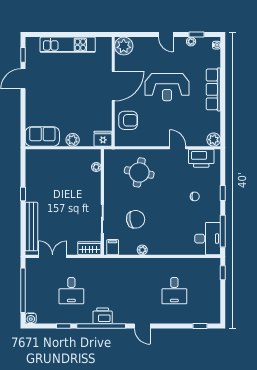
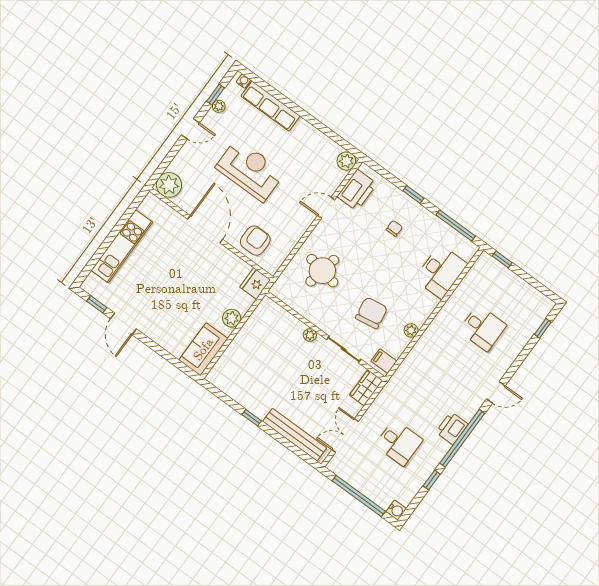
reception desk: (167, 87) -> (250, 170), turned -90
row of seats: (213, 89) -> (270, 106), moved
plant: (96, 167) -> (310, 335), moved
desk: (208, 239) -> (441, 271), moved, turned 90

